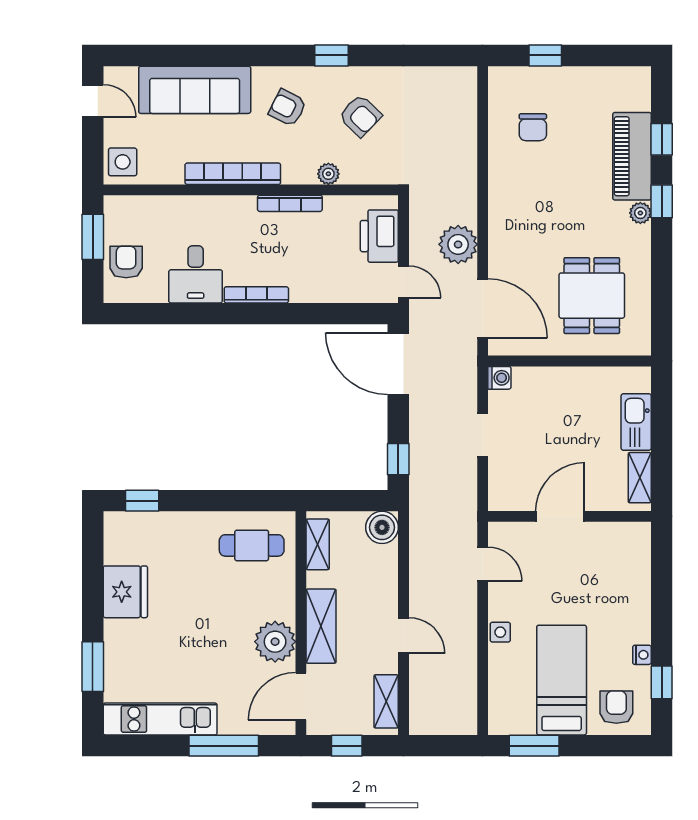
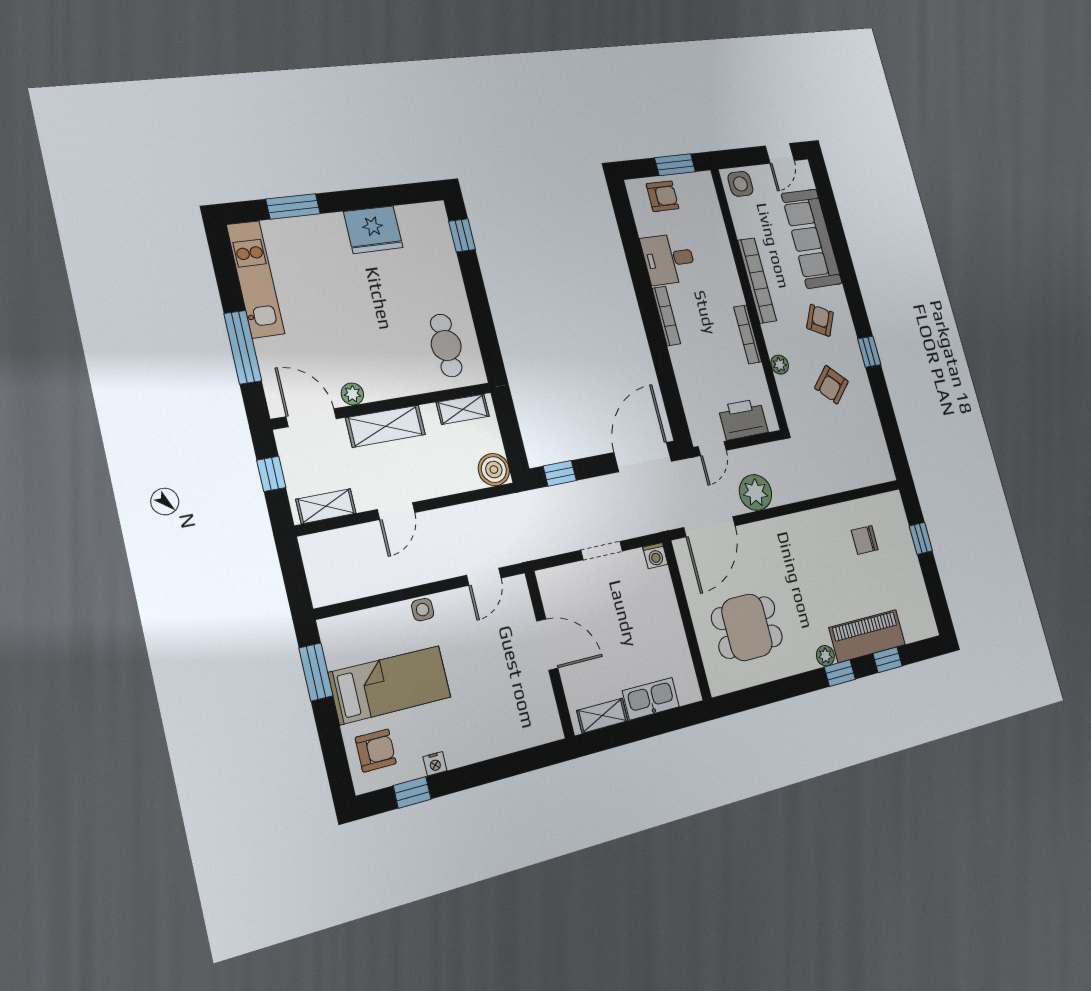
plant: (275, 642) -> (352, 394), width x0.53, depth x0.53

